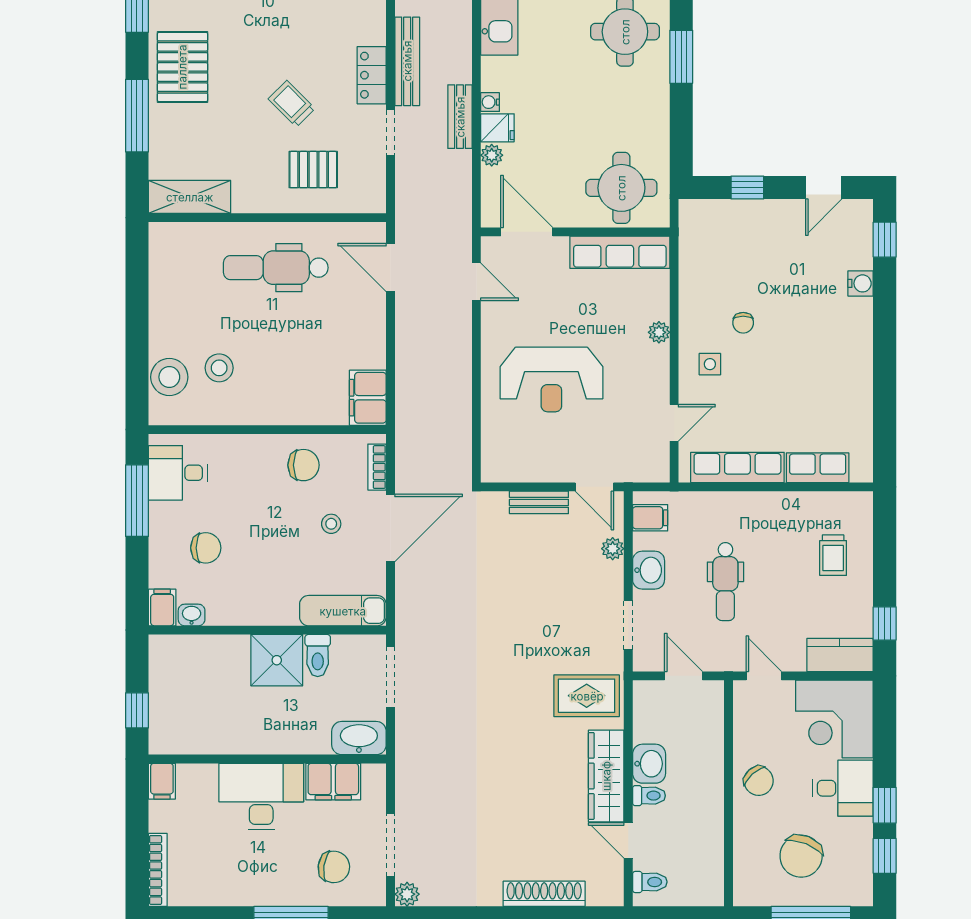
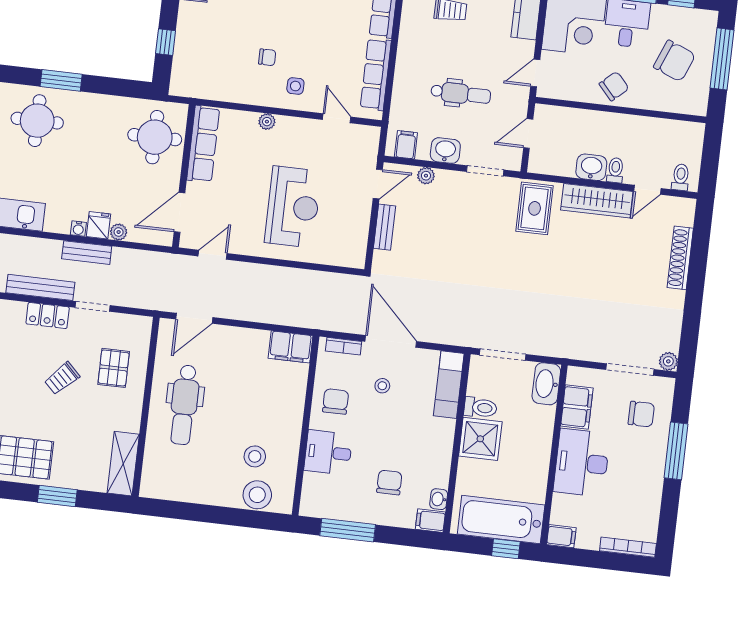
window: (137, 116) -> (57, 496), width x0.69
desk: (178, 473) -> (328, 452), moved, turned 90
bathtub: (174, 700) -> (501, 520), added
chair: (334, 867) -> (641, 414), turned 82

